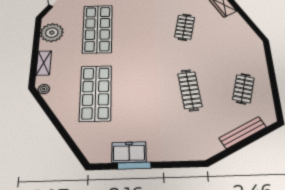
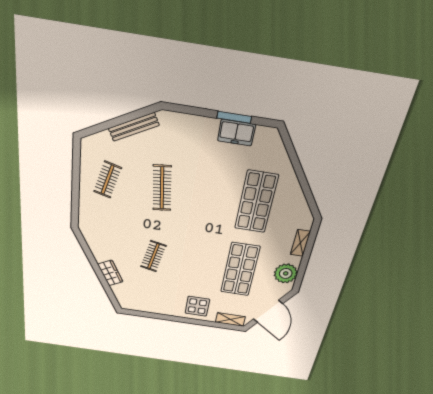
plant: (44, 89) -> (306, 215), removed
bench: (243, 132) -> (134, 127), moved

